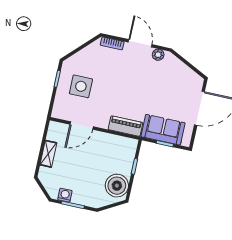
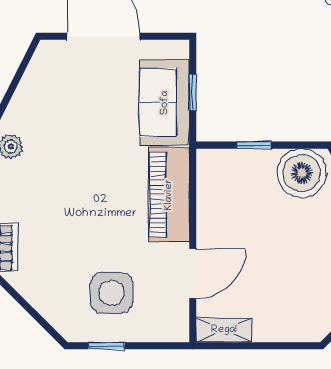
door: (82, 126) -> (193, 274), hinge flipped
piano: (125, 126) -> (169, 195), width x1.37, depth x1.33
shelving: (48, 154) -> (224, 330), moved

